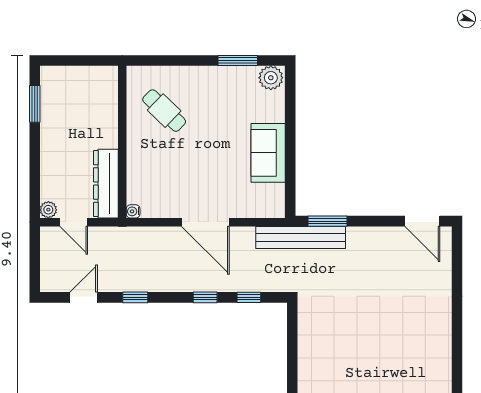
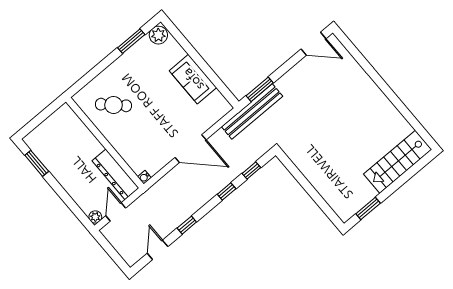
door: (74, 222) -> (116, 212), swing flipped

